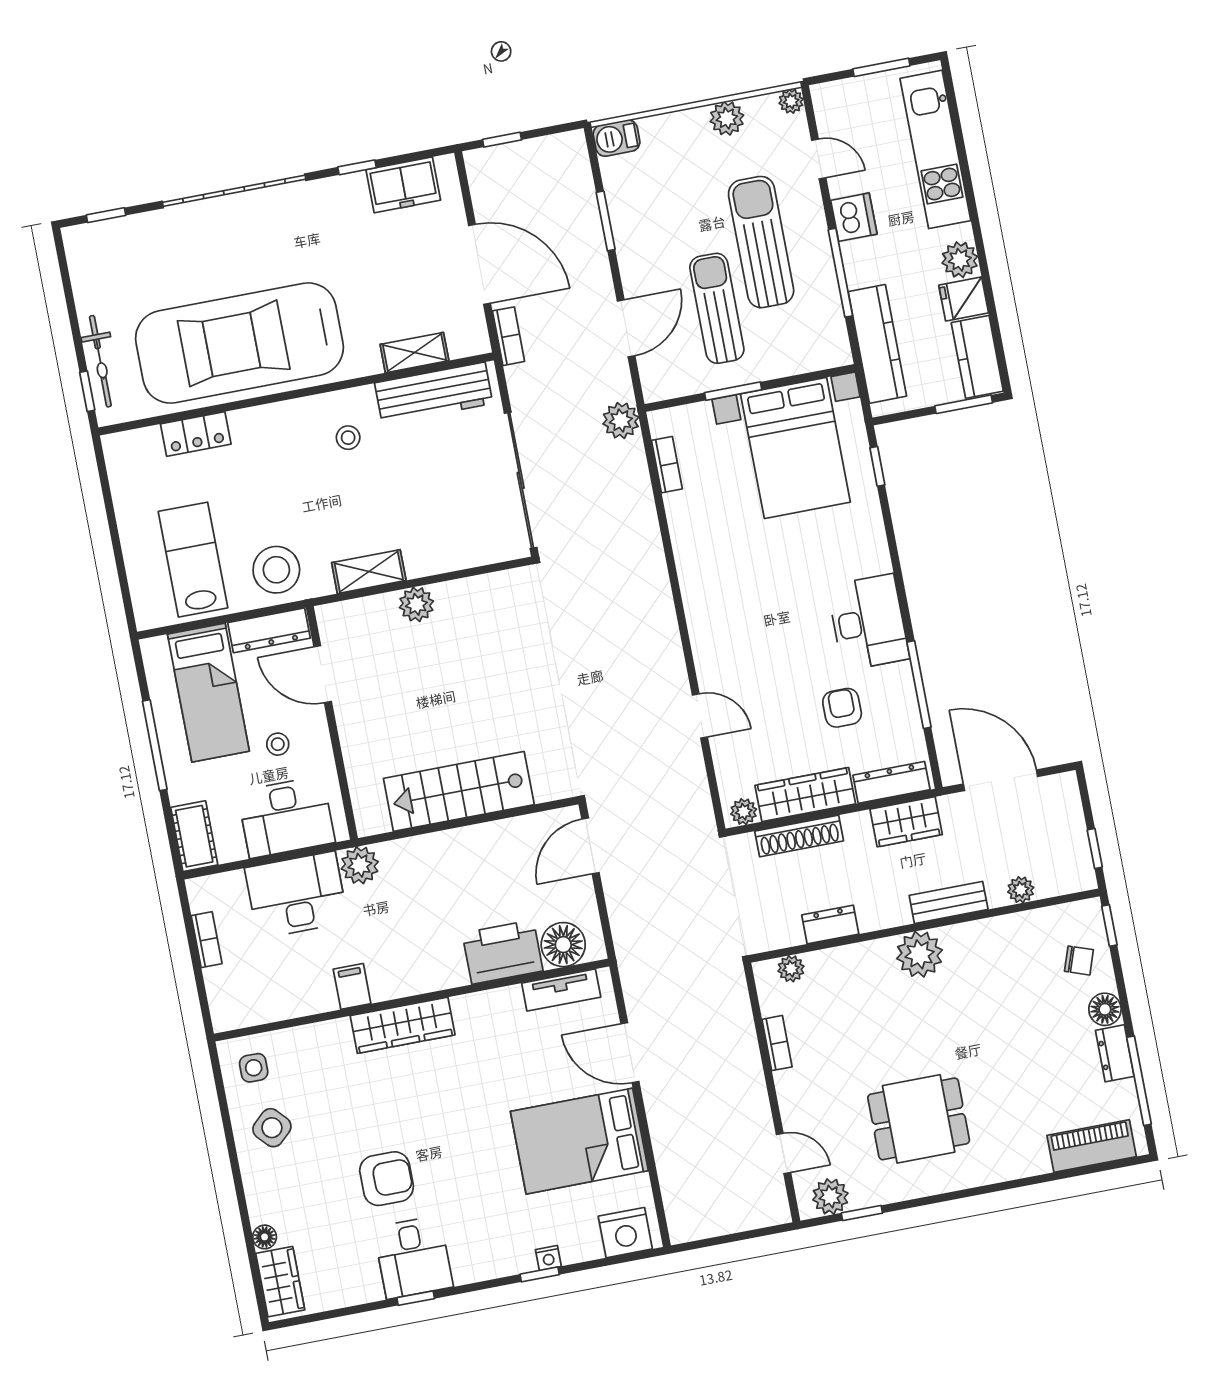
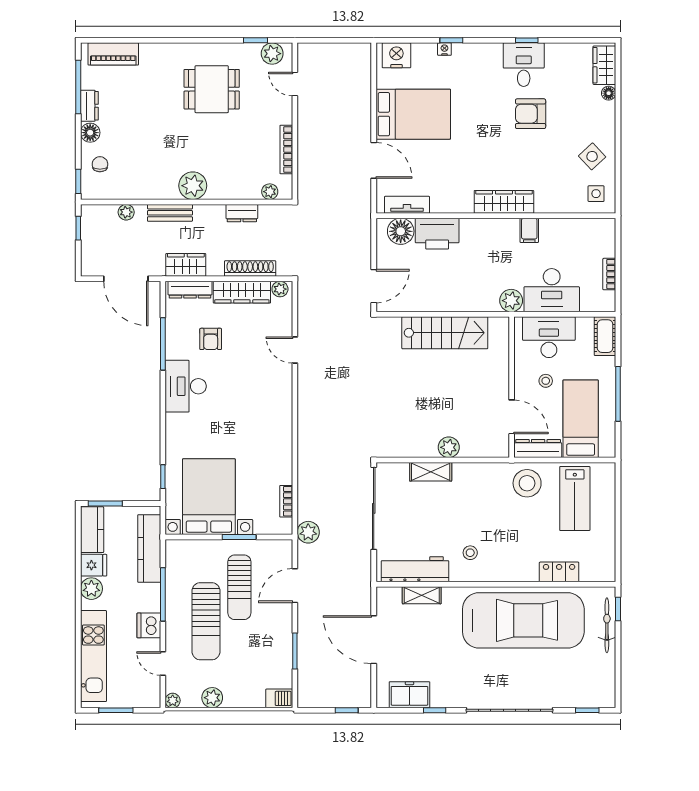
bookcase: (509, 336) -> (365, 594), removed
shelving: (369, 572) -> (431, 472), moved
chair: (1079, 960) -> (100, 164), turned 71
bookcase: (777, 1043) -> (286, 150), width x1.56

